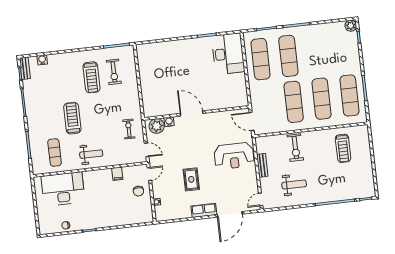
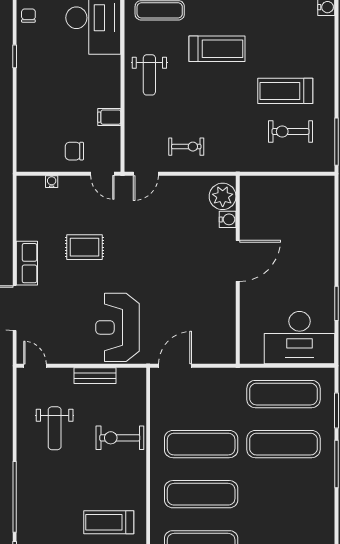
door: (192, 113) -> (238, 261), moved
wall: (197, 113) -> (238, 270), moved
water cooler: (169, 122) -> (228, 219), moved
plant: (157, 126) -> (223, 196), moved

